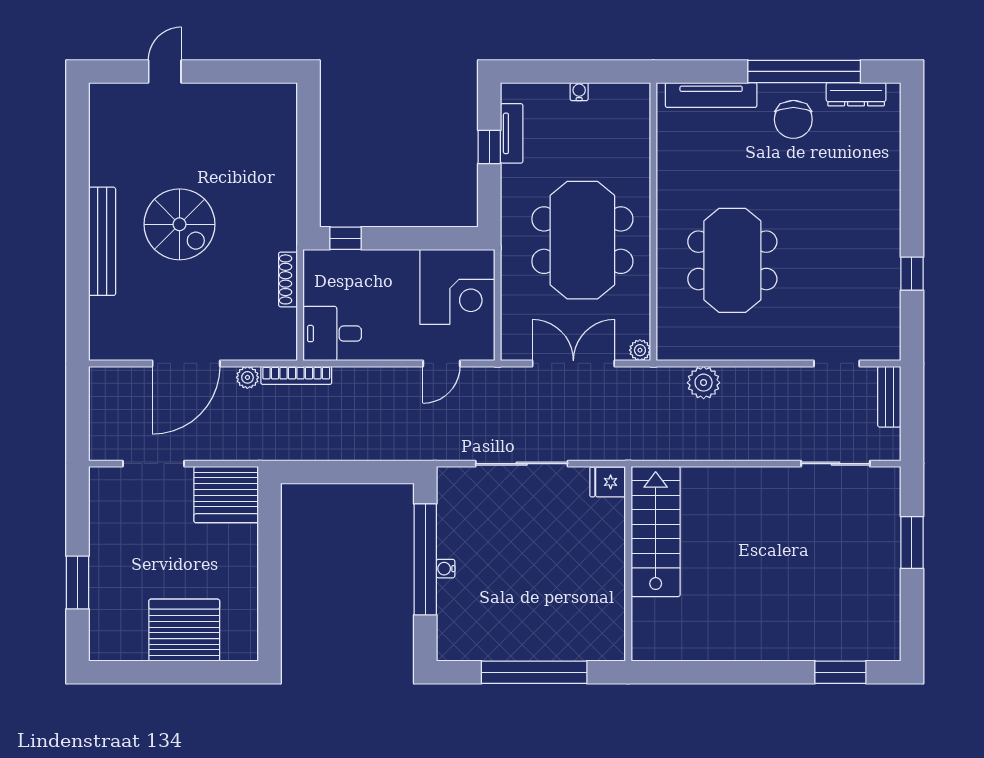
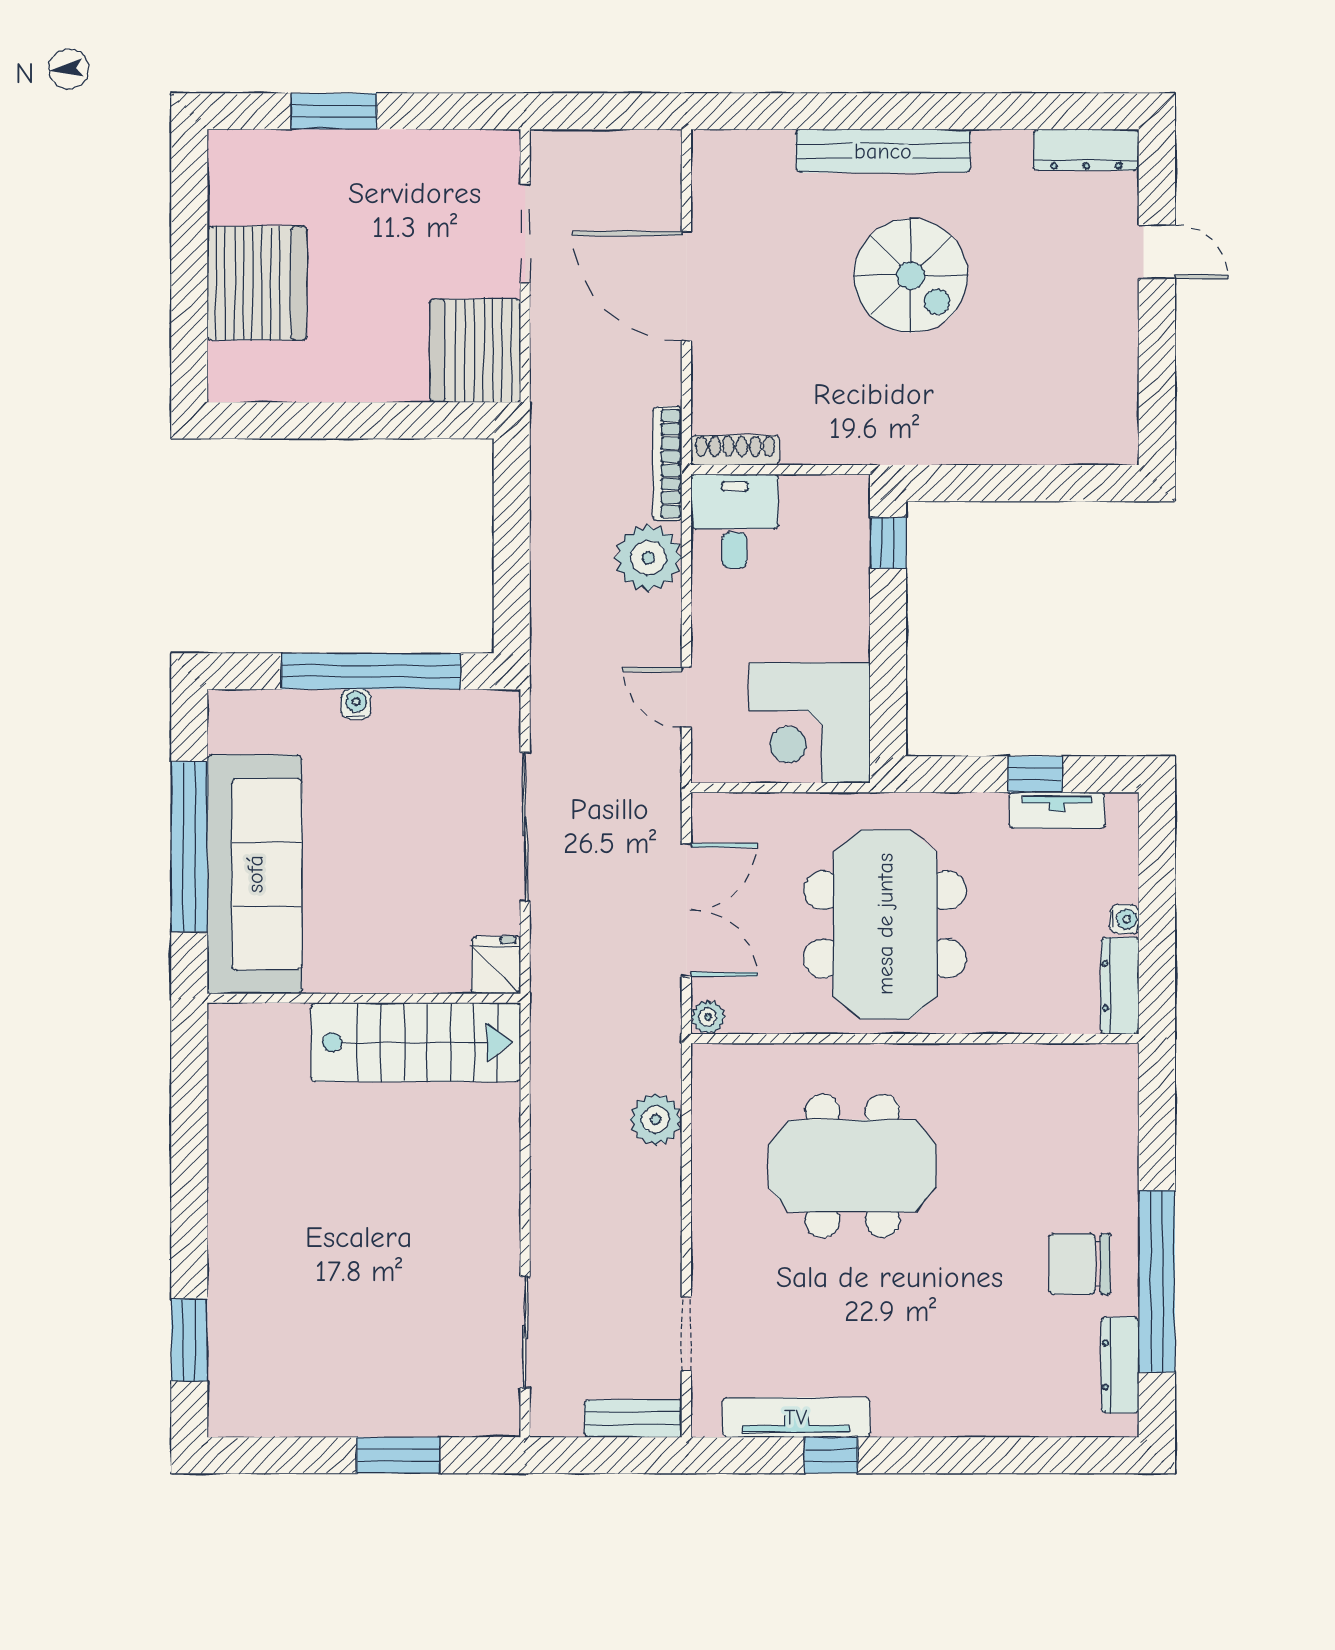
dresser: (620, 94) -> (1120, 986), added
tv unit: (711, 95) -> (796, 1417), moved, turned 90
dresser: (101, 115) -> (1086, 150), added
spiral stairs: (179, 224) -> (911, 275), turned -90
meeting table: (582, 240) -> (885, 924), turned 90
shoe rack: (288, 279) -> (735, 450), moved
plant: (247, 377) -> (648, 558), moved, width x1.87, depth x1.87
sofa: (551, 632) -> (255, 874), added

